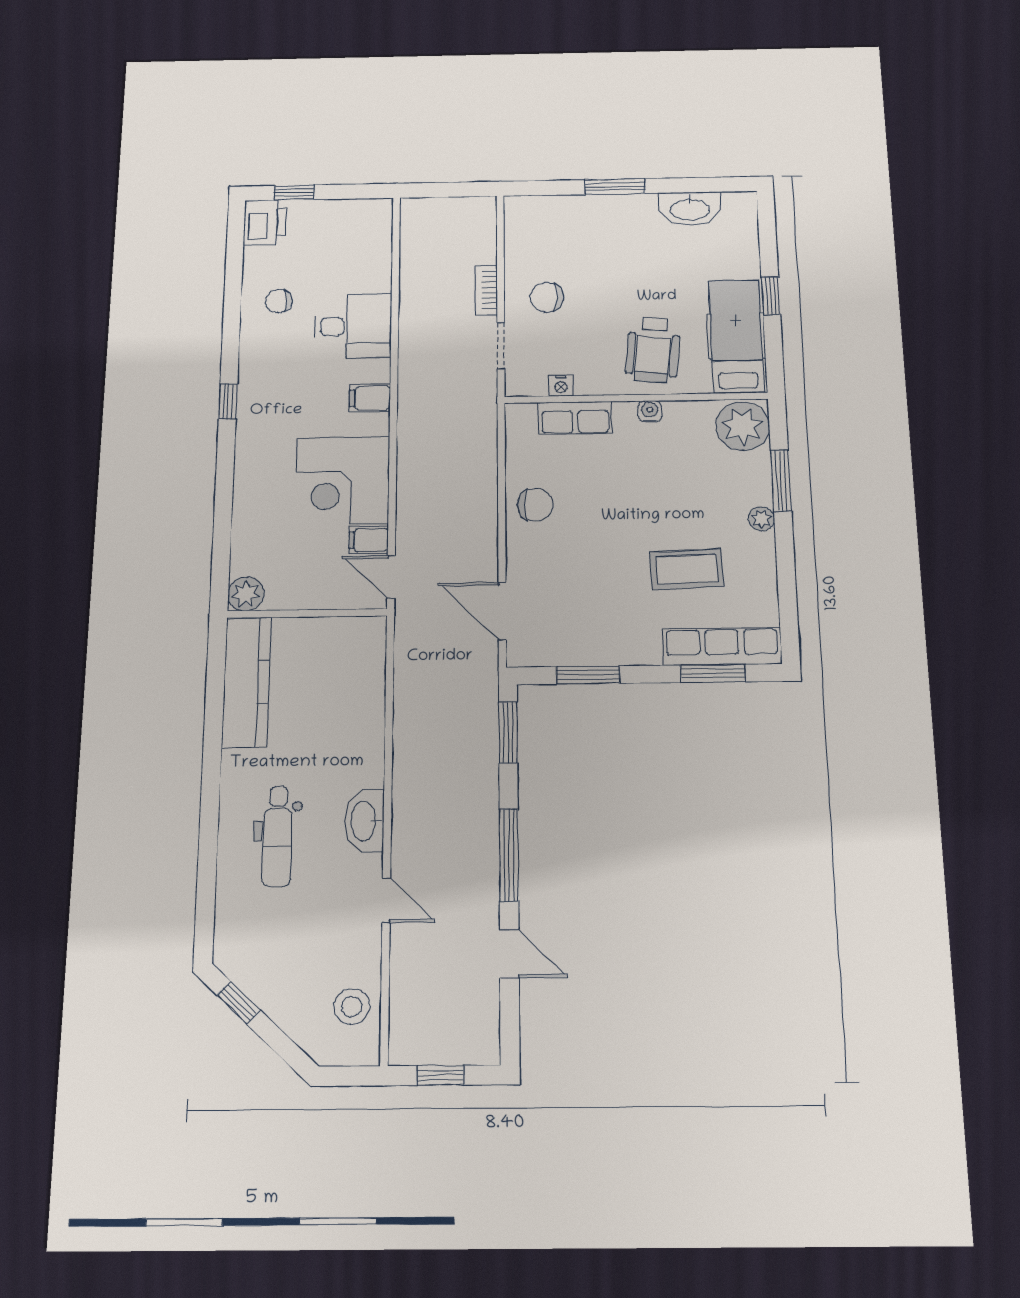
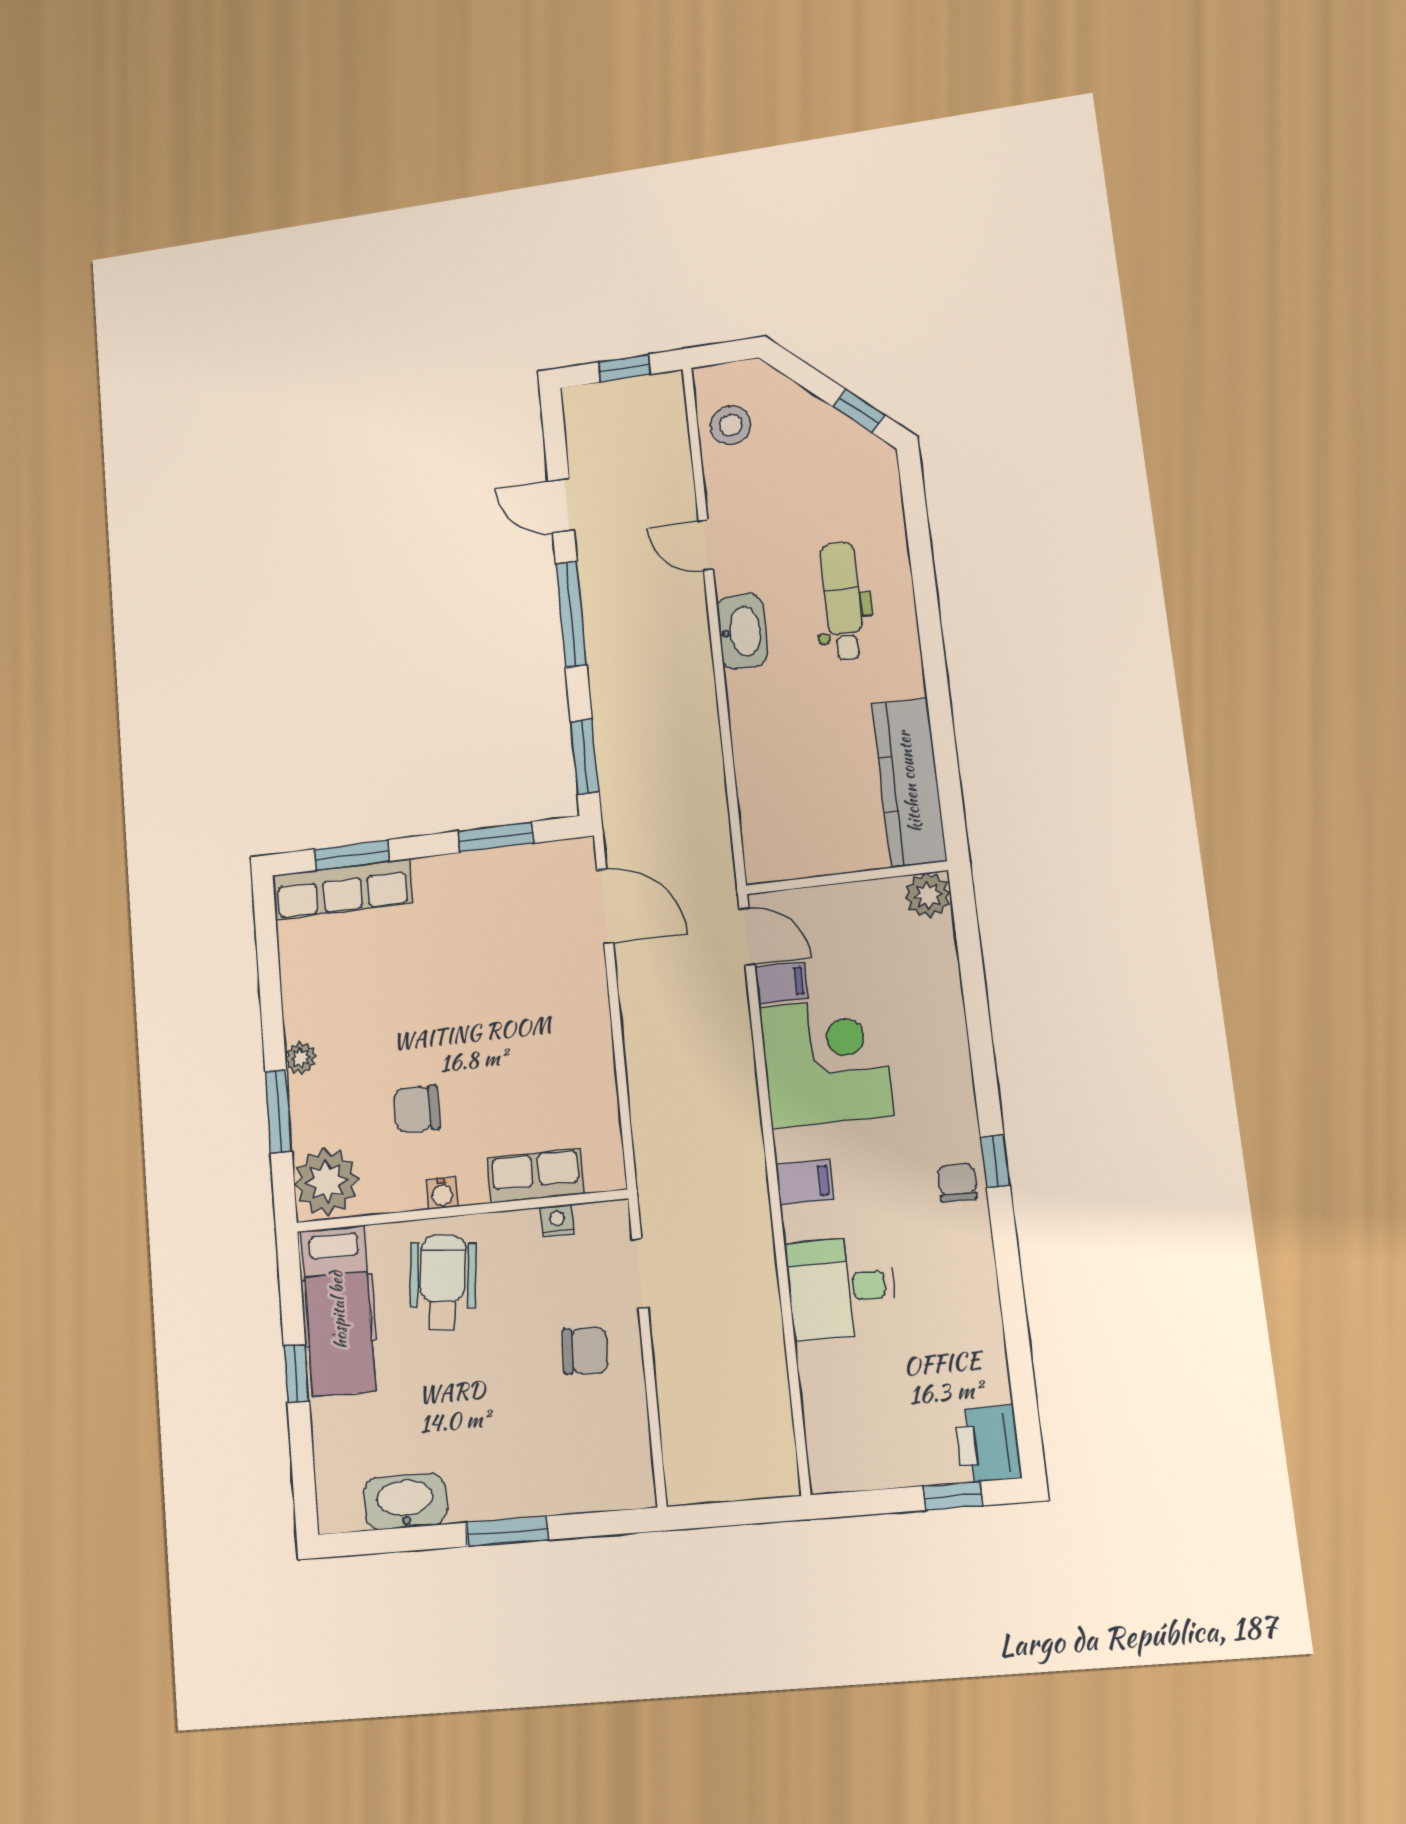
bookcase: (486, 290) -> (667, 1356), removed
chair: (279, 301) -> (957, 1183), moved, turned -90
chair: (535, 505) -> (417, 1109), moved
coffee table: (687, 569) -> (387, 983), removed

